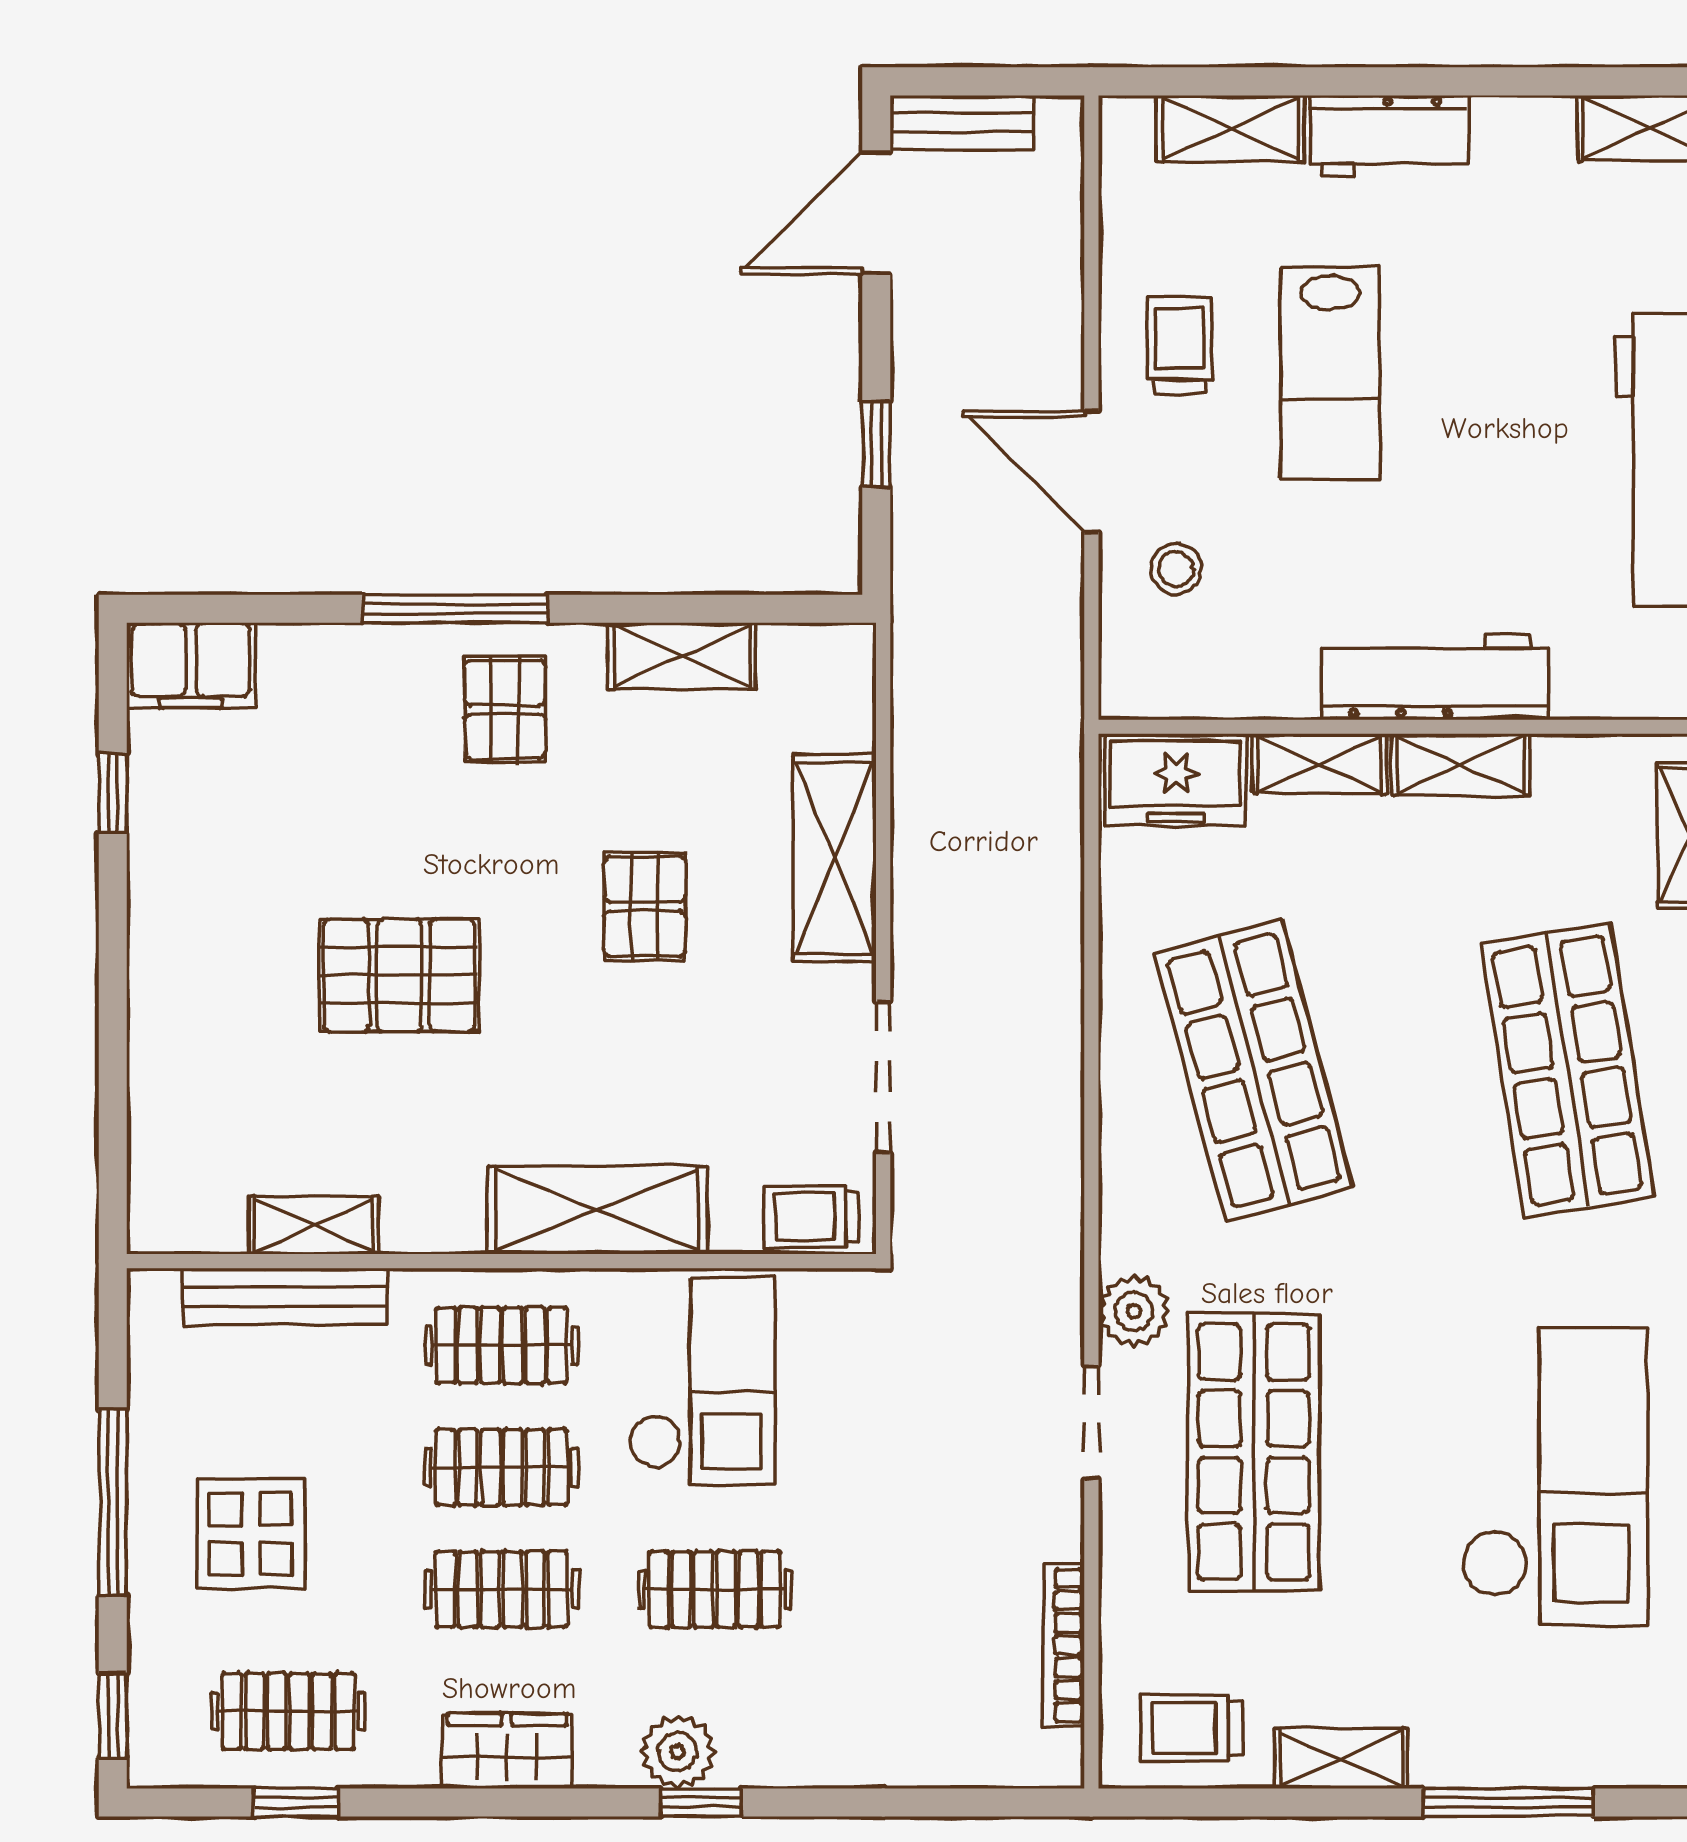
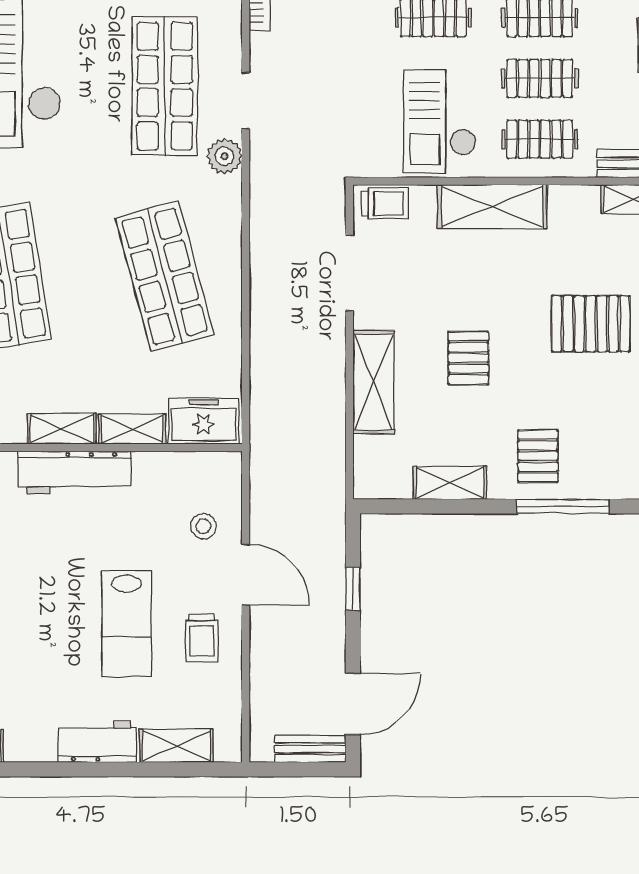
lab bench: (1330, 373) -> (127, 624), turned 180

